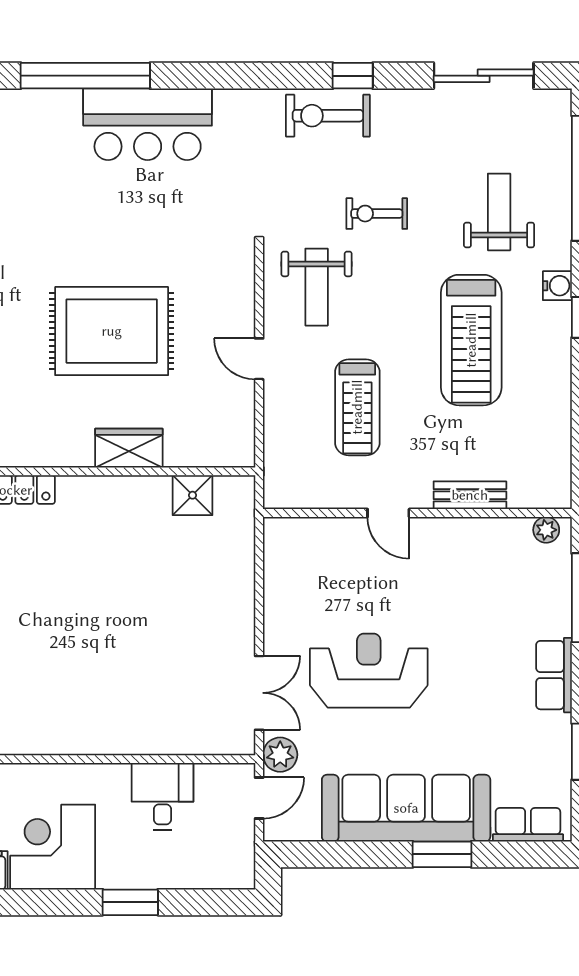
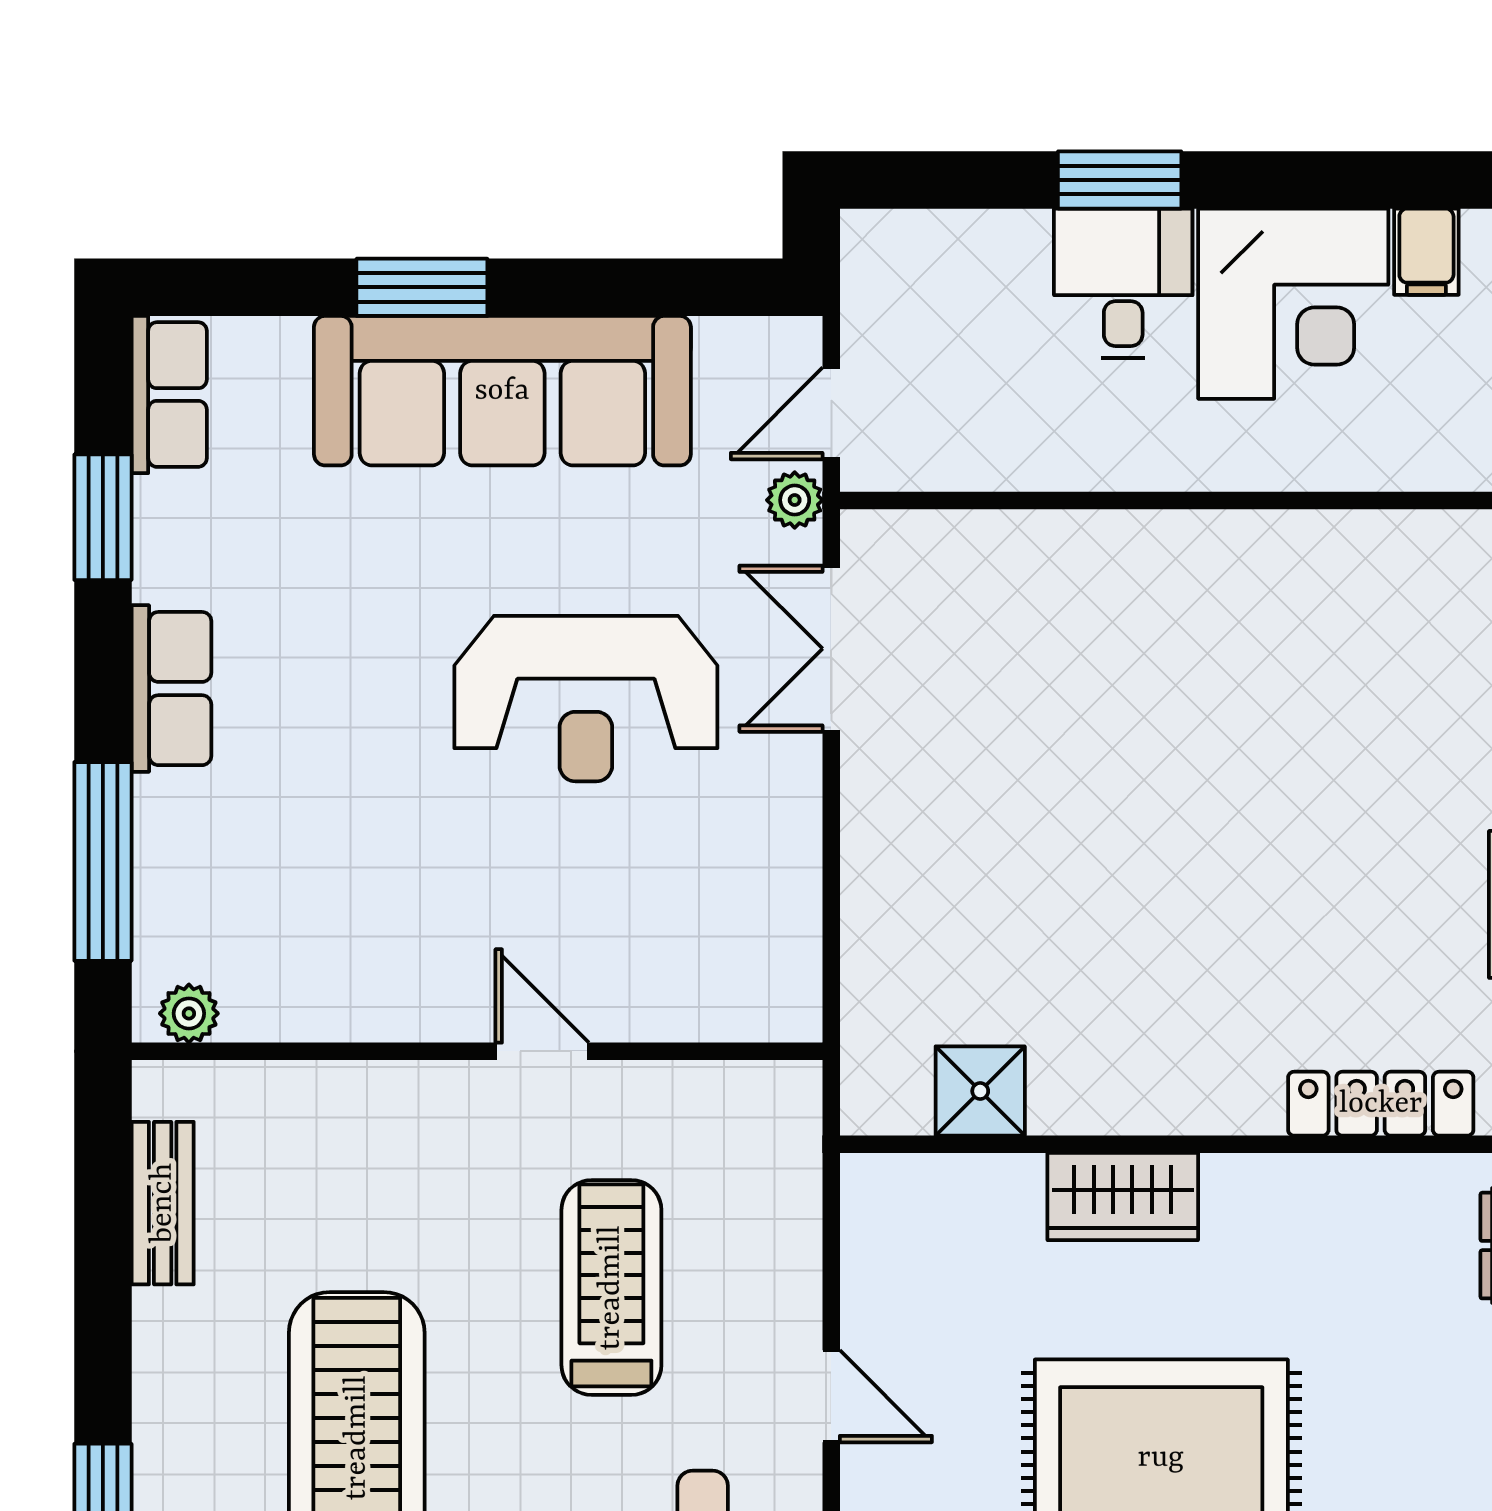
bench: (470, 495) -> (163, 1203), moved, turned 90
plant: (280, 755) -> (795, 500), width x0.73, depth x0.73
desk: (162, 796) -> (1123, 283), moved, turned 180
row of seats: (528, 825) -> (169, 395), moved, turned -90

